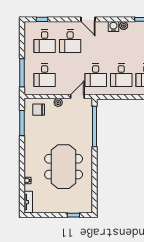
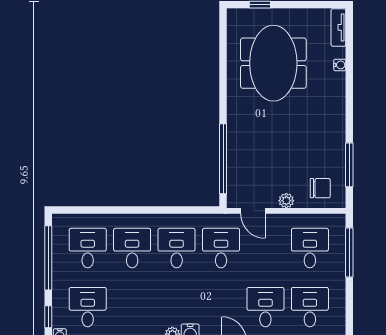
door: (77, 97) -> (253, 211), hinge flipped
meeting table: (64, 167) -> (273, 63), moved

